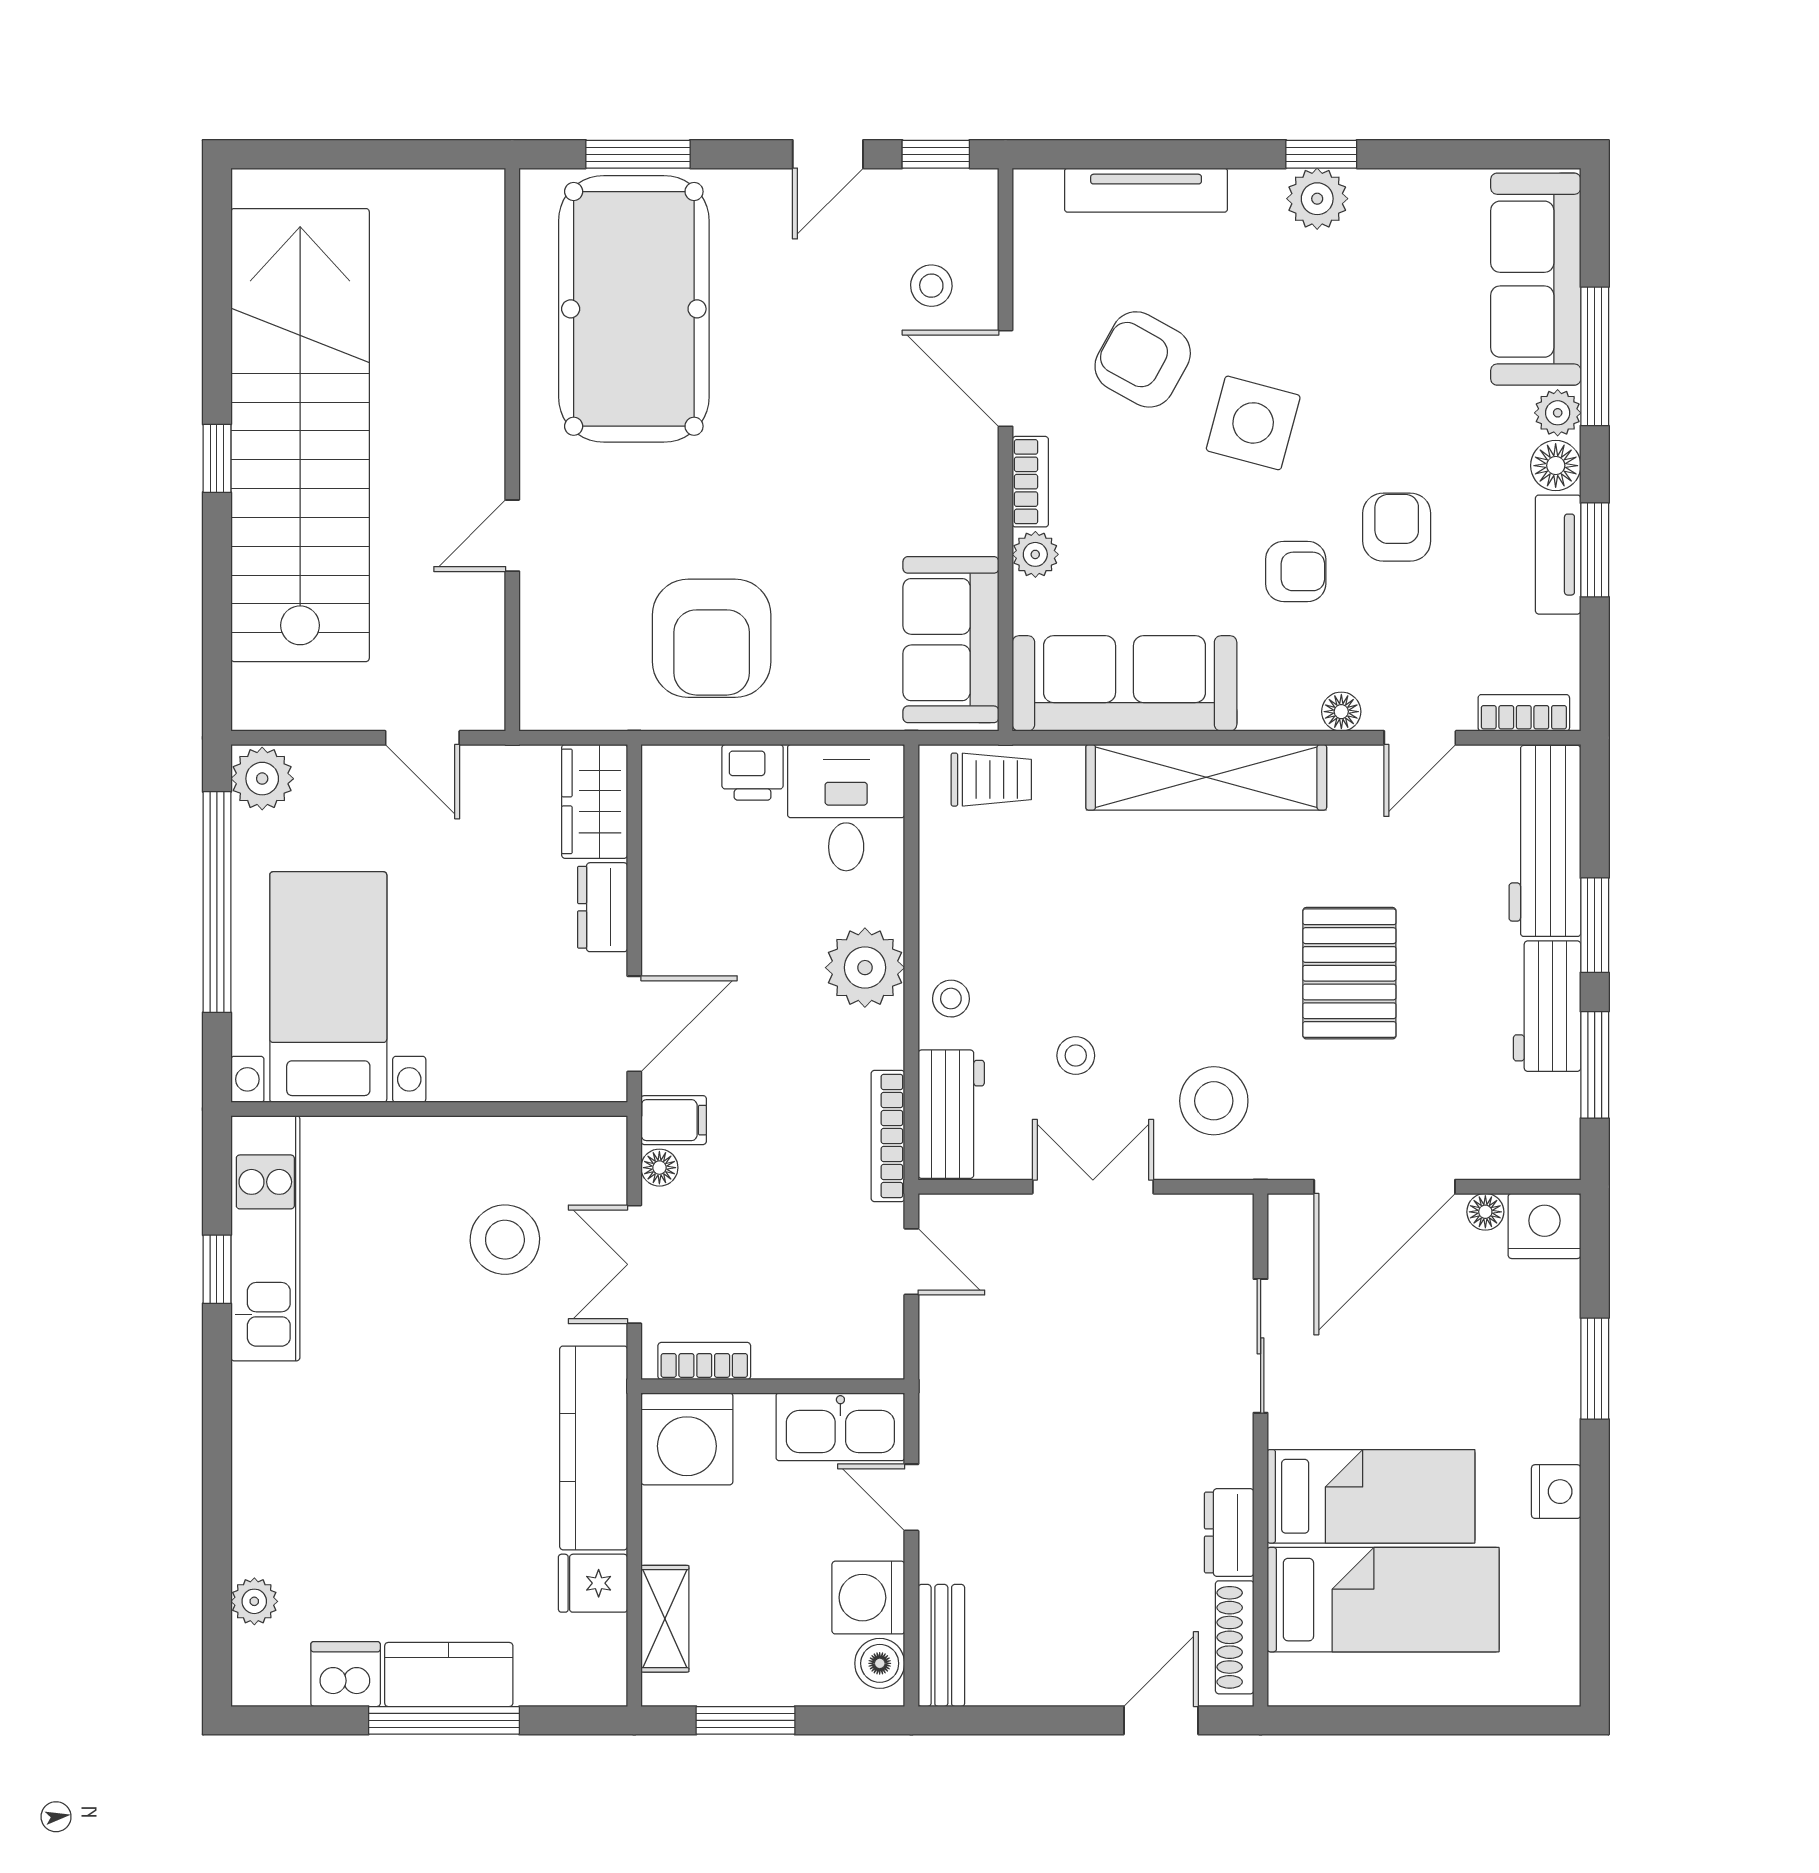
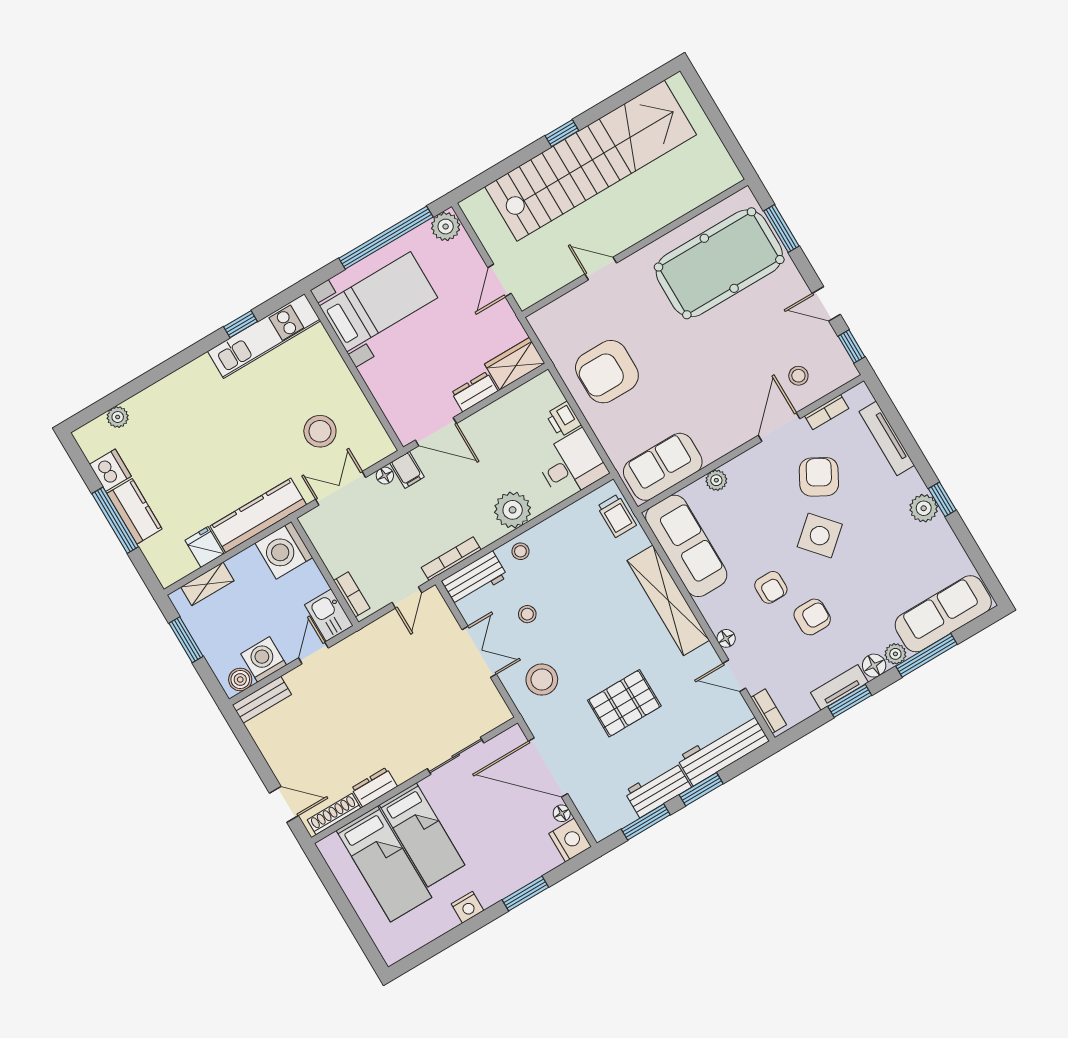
side table: (1253, 423) -> (820, 536), turned 34
bookcase: (1030, 482) -> (827, 412), moved
bookcase: (704, 1361) -> (352, 594), moved
kitchen sink: (840, 1427) -> (329, 615), width x0.73

